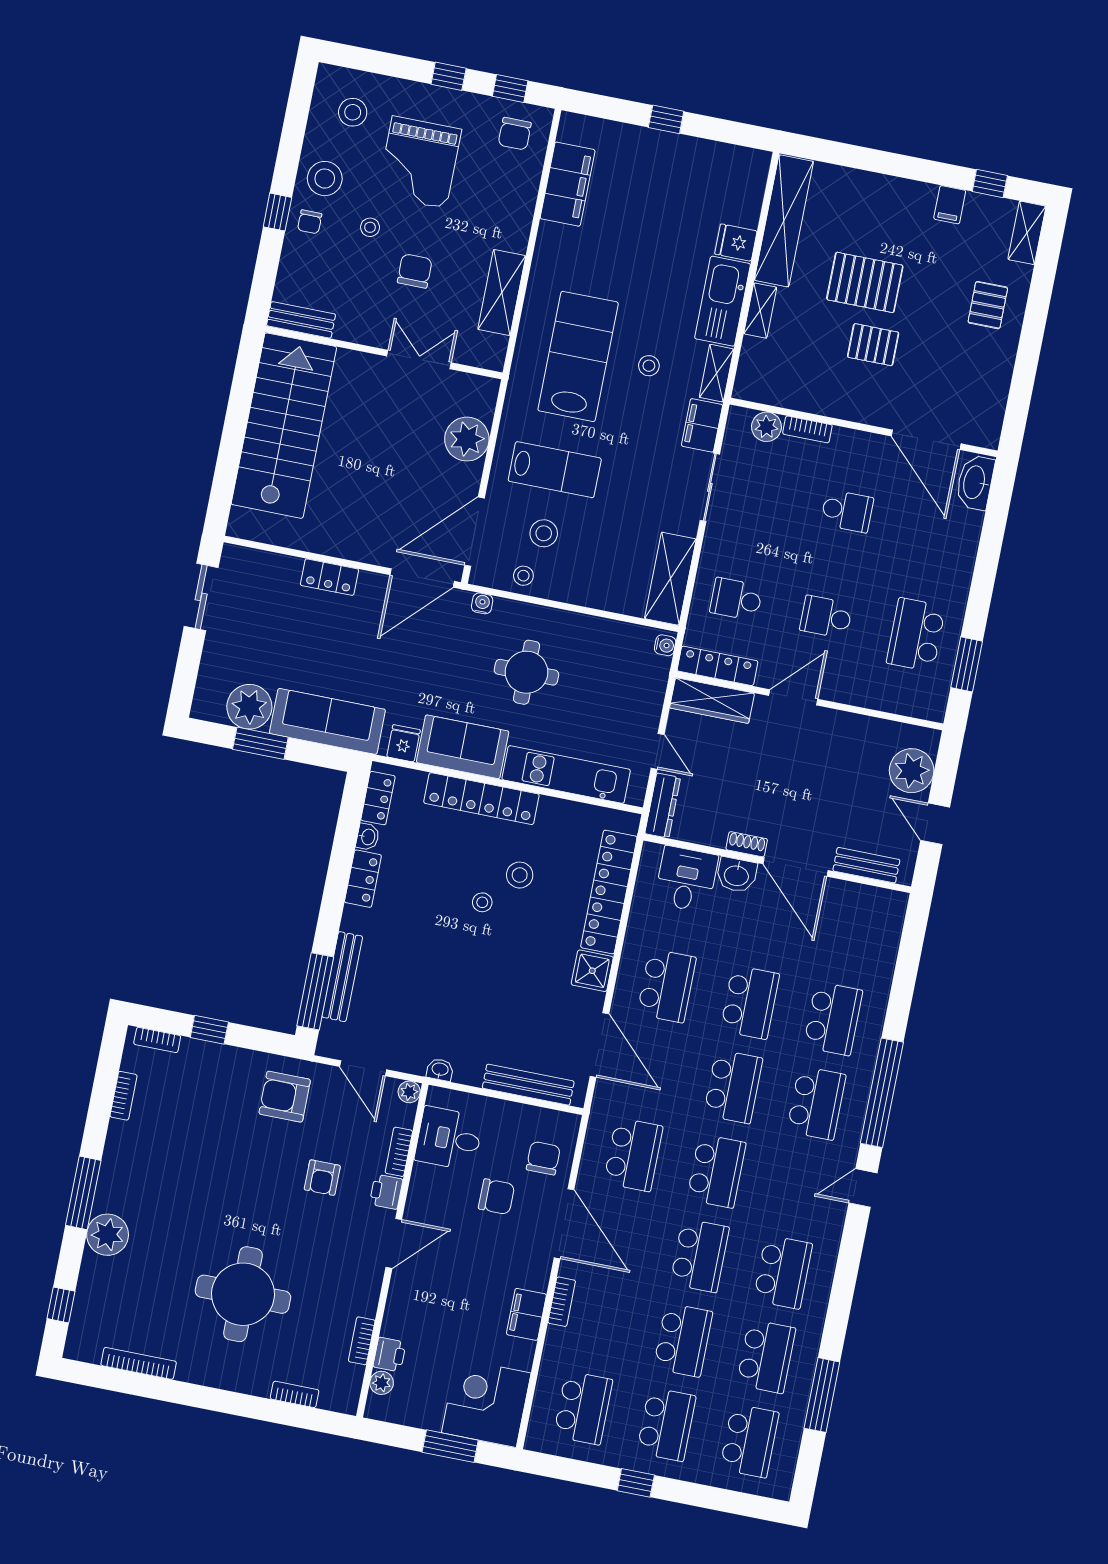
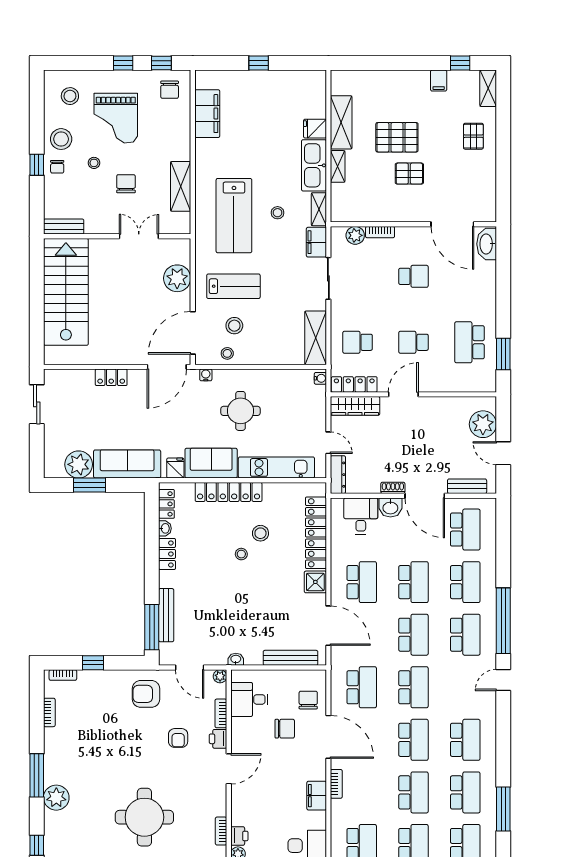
shelving: (784, 221) -> (341, 122), width x0.68
lab bench: (578, 356) -> (234, 216), turned 180
school desk: (850, 934) -> (465, 530), added

